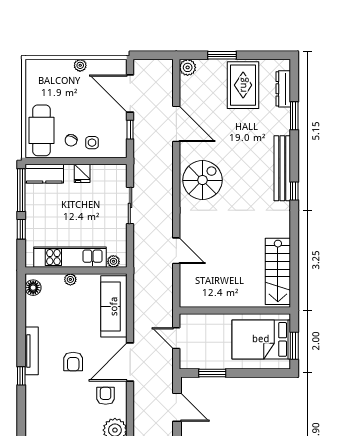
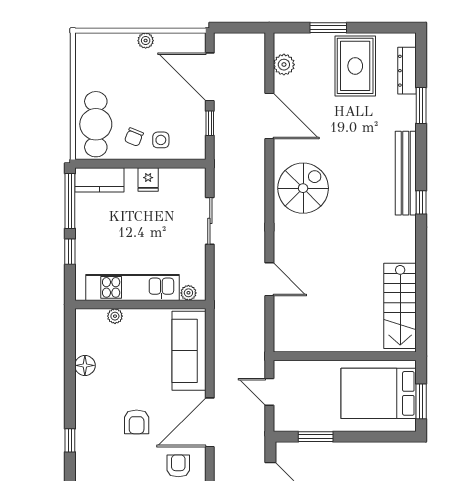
plant: (188, 67) -> (284, 65), moved
plant: (70, 279) -> (115, 316), moved
floor lamp: (33, 288) -> (85, 365), moved
tv unit: (32, 351) -> (83, 408), removed

